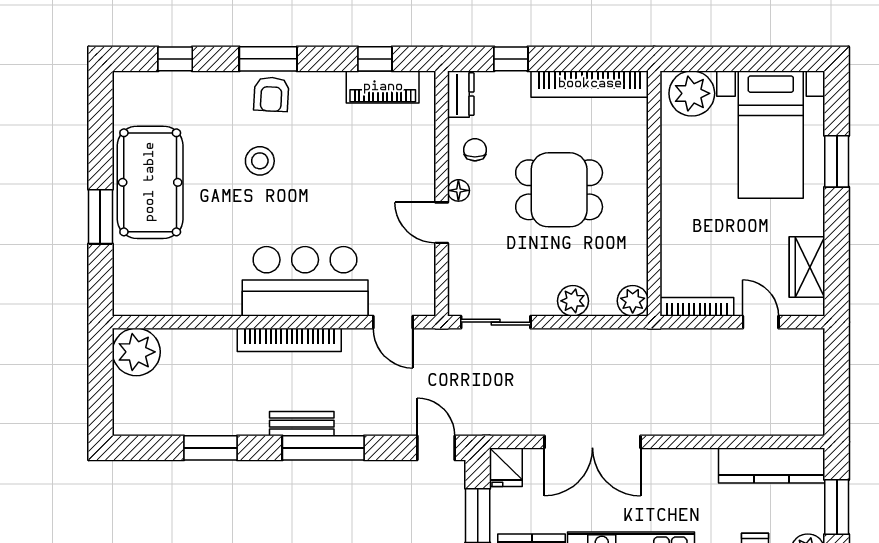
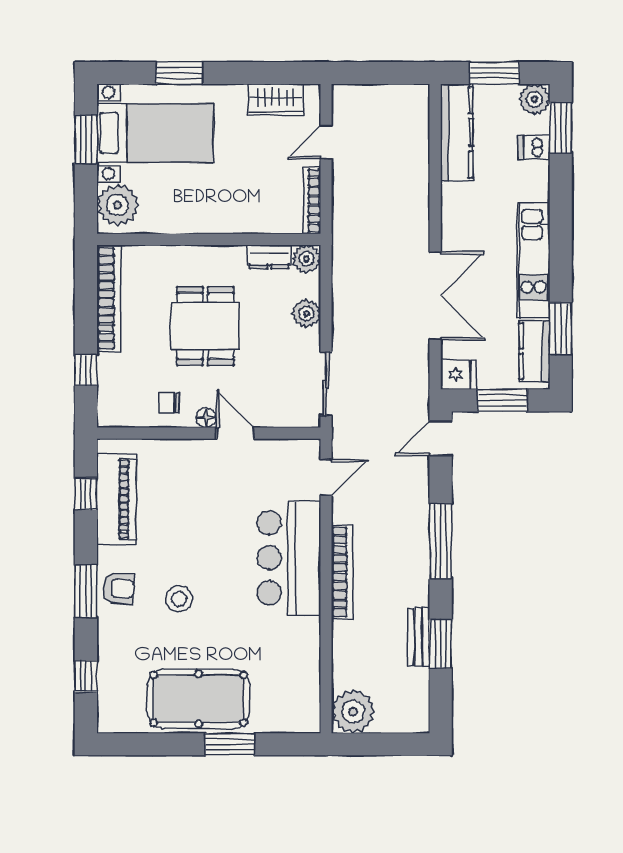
window: (764, 59) -> (86, 140), added
piano: (383, 87) -> (116, 499), width x1.37, depth x1.33
dresser: (461, 94) -> (269, 257), moved, turned 180
door: (442, 223) -> (235, 433), swing flipped
bench: (302, 424) -> (419, 637), moved

